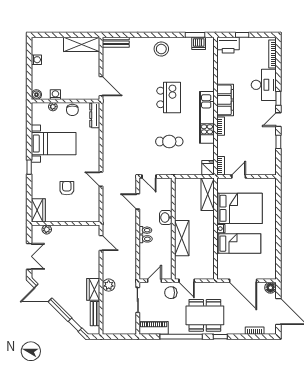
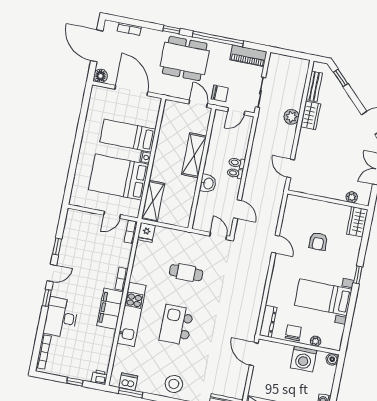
printer: (228, 45) -> (99, 377), width x0.53, depth x0.68
washing machine: (55, 95) -> (304, 359), width x1.89, depth x1.89
kitchen unit: (207, 117) -> (131, 314), moved

